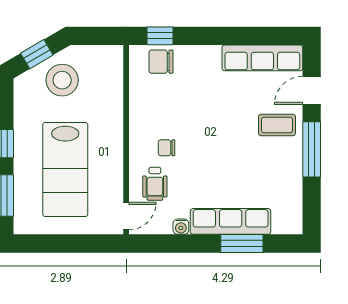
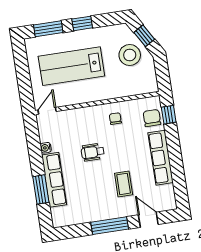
row of seats: (262, 58) -> (161, 158), moved
coffee table: (277, 125) -> (124, 184), moved
chair: (167, 148) -> (115, 119), moved
wheelchair: (155, 184) -> (93, 152), moved
door: (126, 216) -> (47, 111), swing flipped

